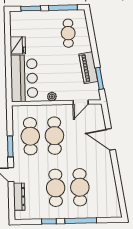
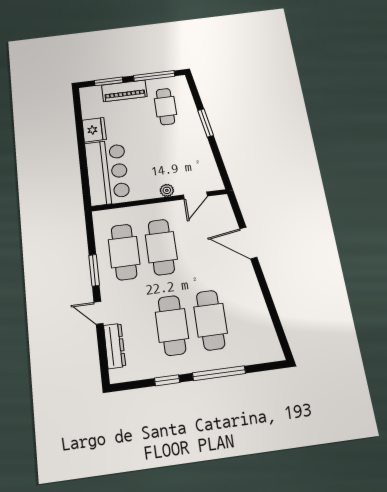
piano: (88, 68) -> (124, 91), moved, turned -81
window: (99, 78) -> (206, 123), moved
plant: (52, 97) -> (167, 190), moved

